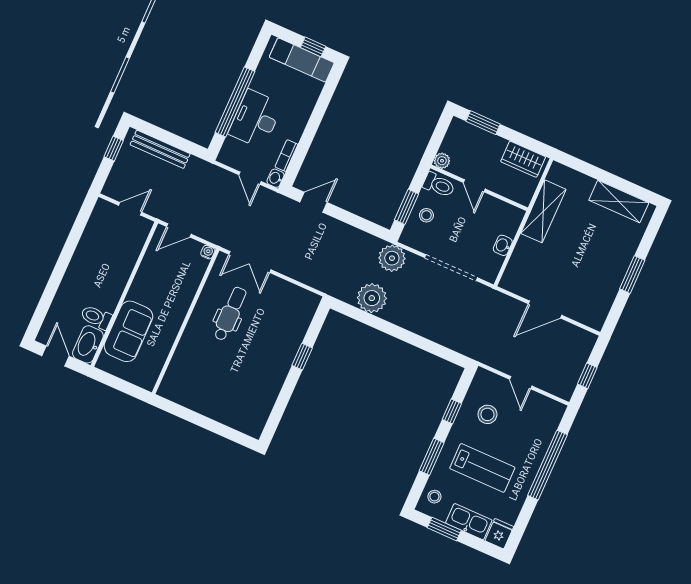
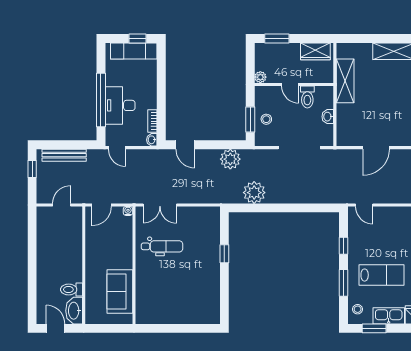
door: (250, 178) -> (117, 148), moved
toilet: (439, 185) -> (307, 97), moved, turned 90
door: (314, 202) -> (185, 145), swing flipped
plant: (392, 258) -> (230, 159), moved
dental chair: (230, 314) -> (162, 246), turned 90
sofa: (128, 331) -> (120, 291), moved, turned 180
door: (521, 383) -> (364, 205), moved
stool: (487, 414) -> (369, 237), removed

